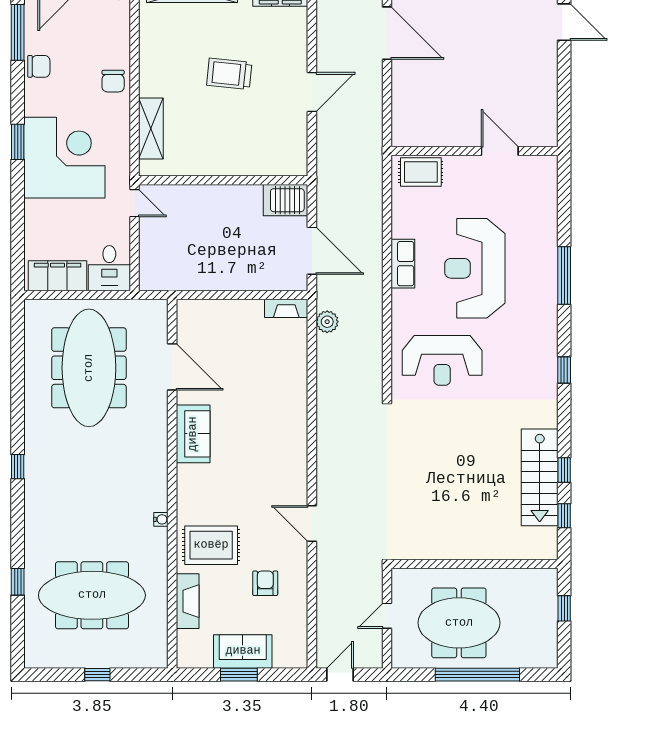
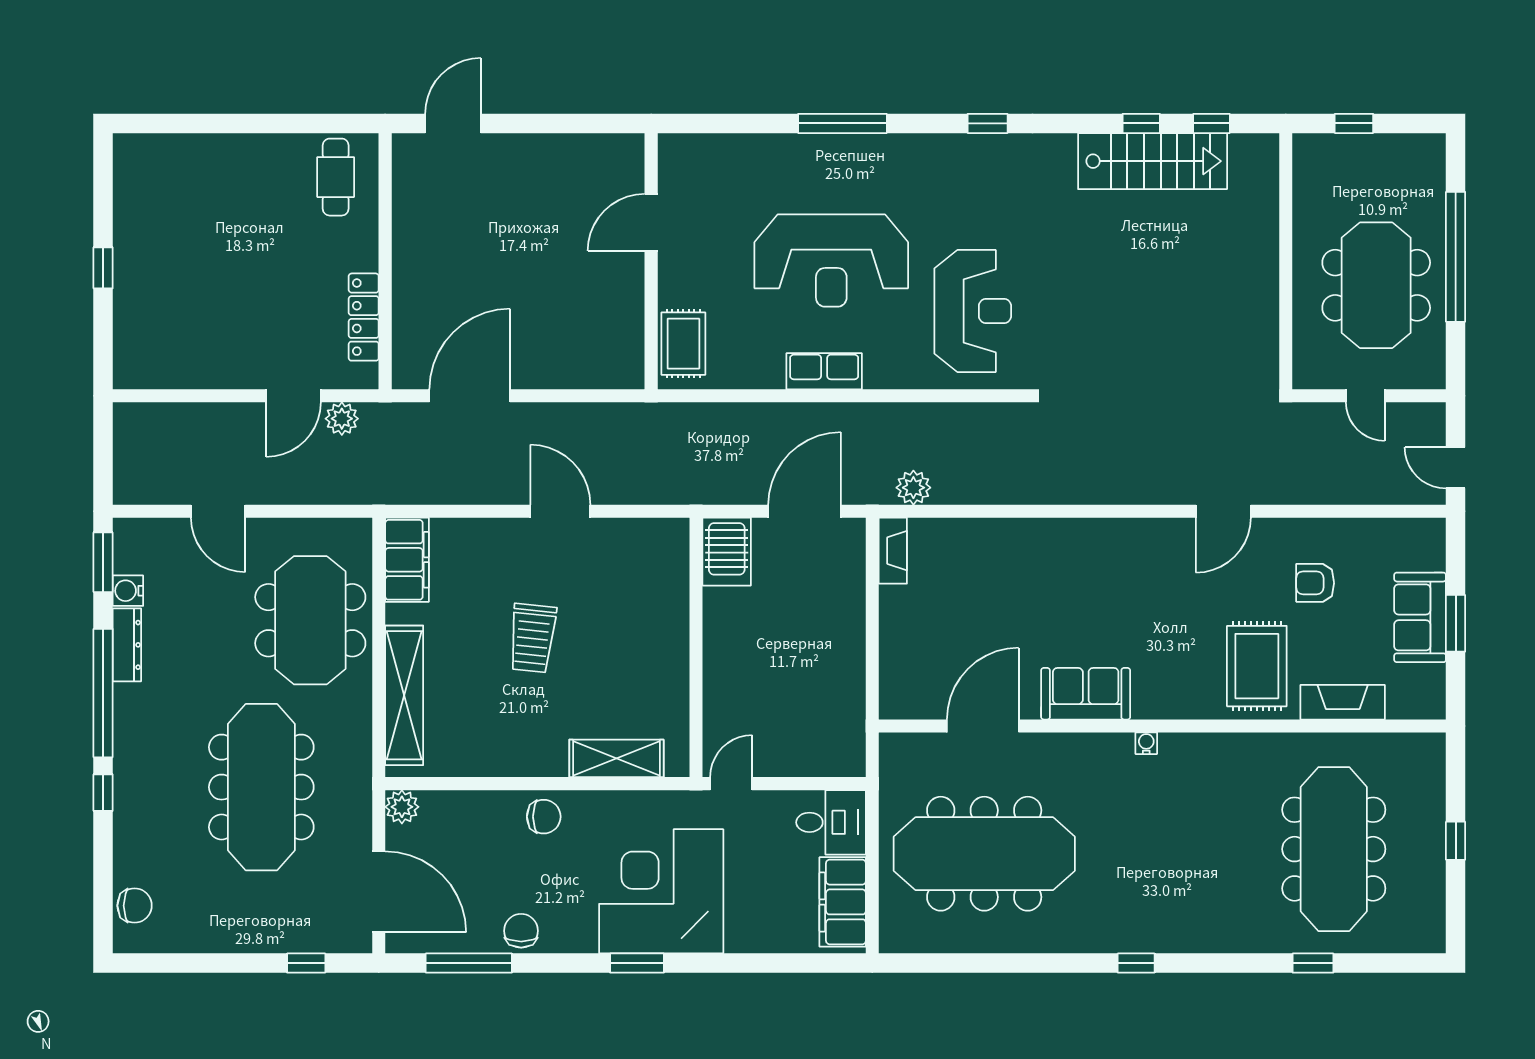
water cooler: (161, 519) -> (1146, 743), moved

